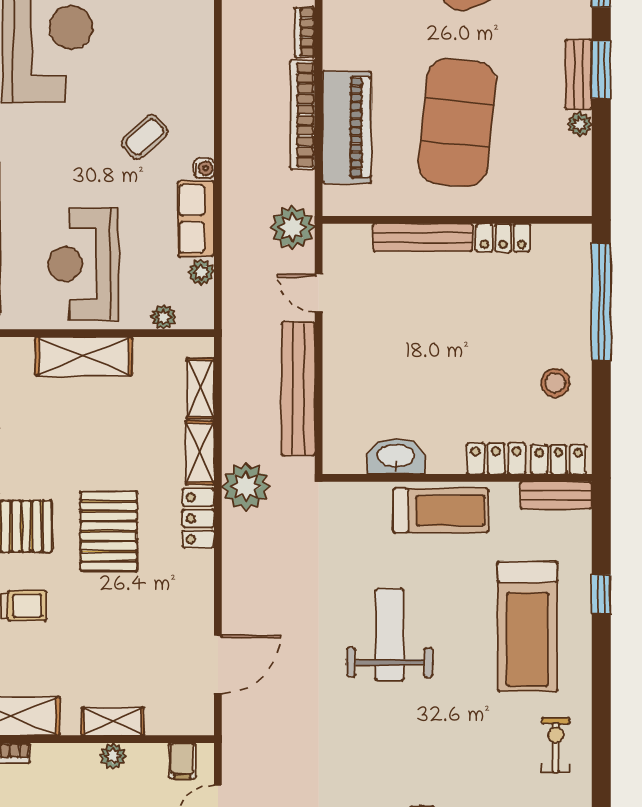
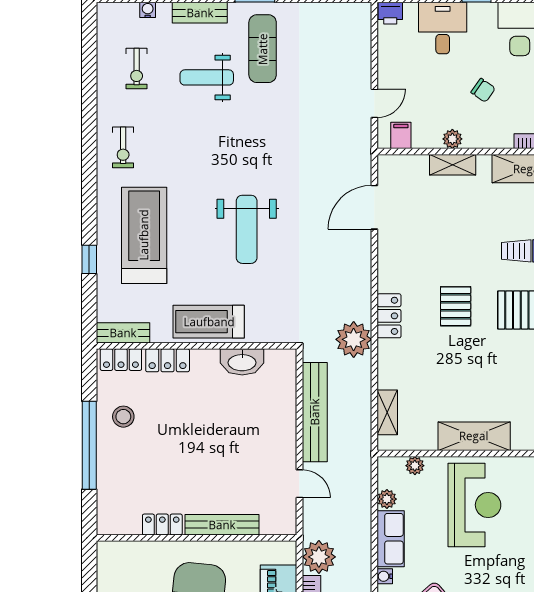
plant: (292, 227) -> (319, 557), moved
window: (601, 302) -> (89, 445), moved
shelving: (200, 453) -> (388, 365), removed
pallet: (109, 531) -> (456, 306), width x0.67, depth x0.71

